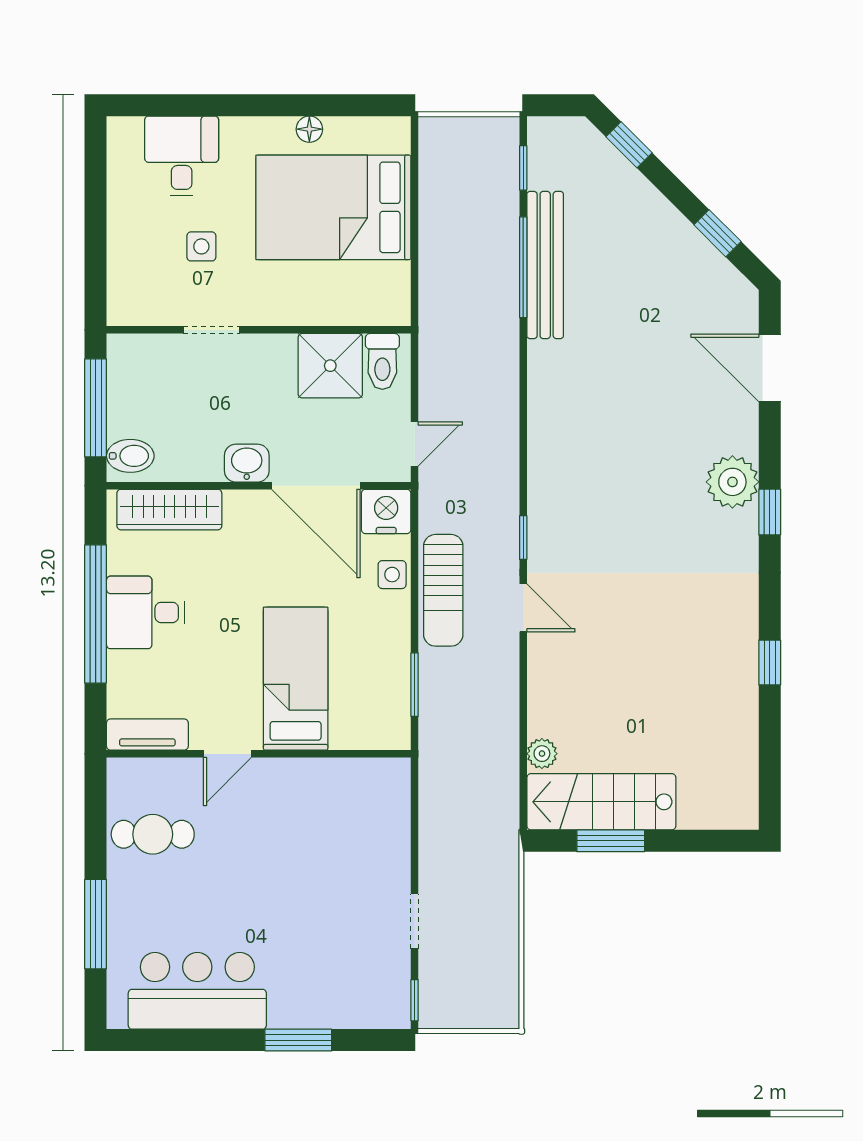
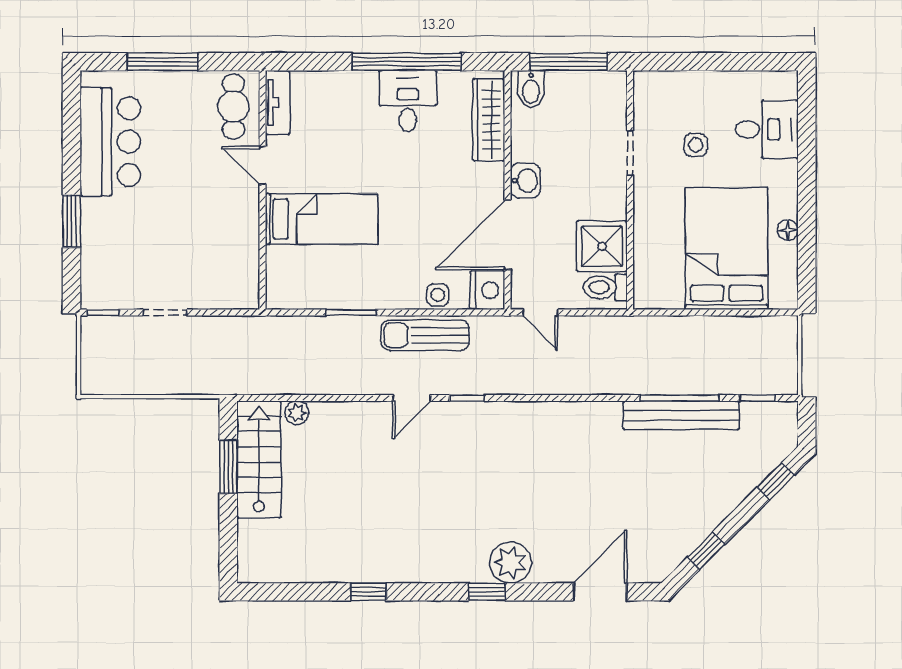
bed: (296, 679) -> (322, 219), moved
tv unit: (147, 735) -> (278, 102), moved
door: (227, 754) -> (262, 165), moved
wall: (259, 754) -> (262, 190), moved

